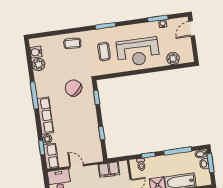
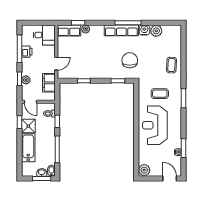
water cooler: (36, 52) -> (144, 30), moved
plant: (173, 59) -> (144, 170), moved
chair: (73, 88) -> (130, 60), turned -47
row of seats: (45, 116) -> (121, 30), moved
door: (77, 166) -> (56, 64), moved

